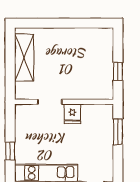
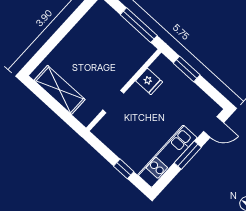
window: (118, 71) -> (139, 25), width x2.17
fridge: (72, 114) -> (149, 81), moved

